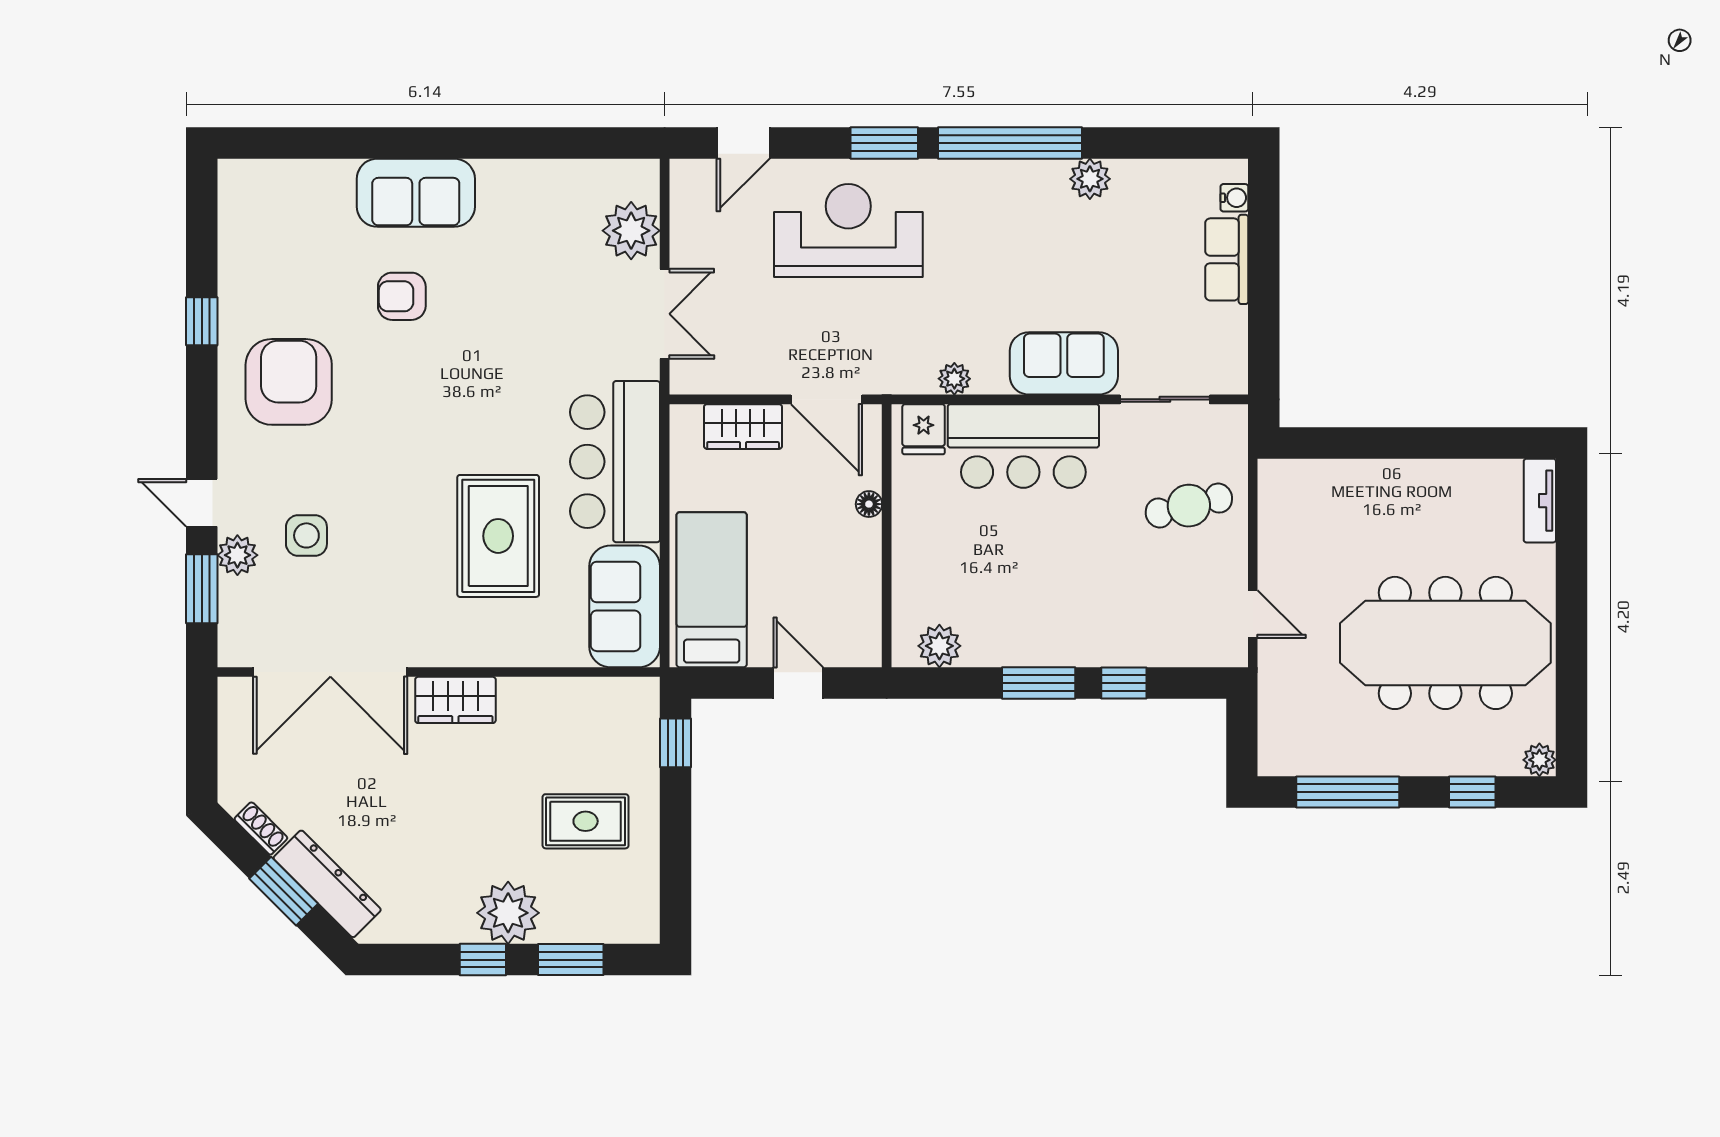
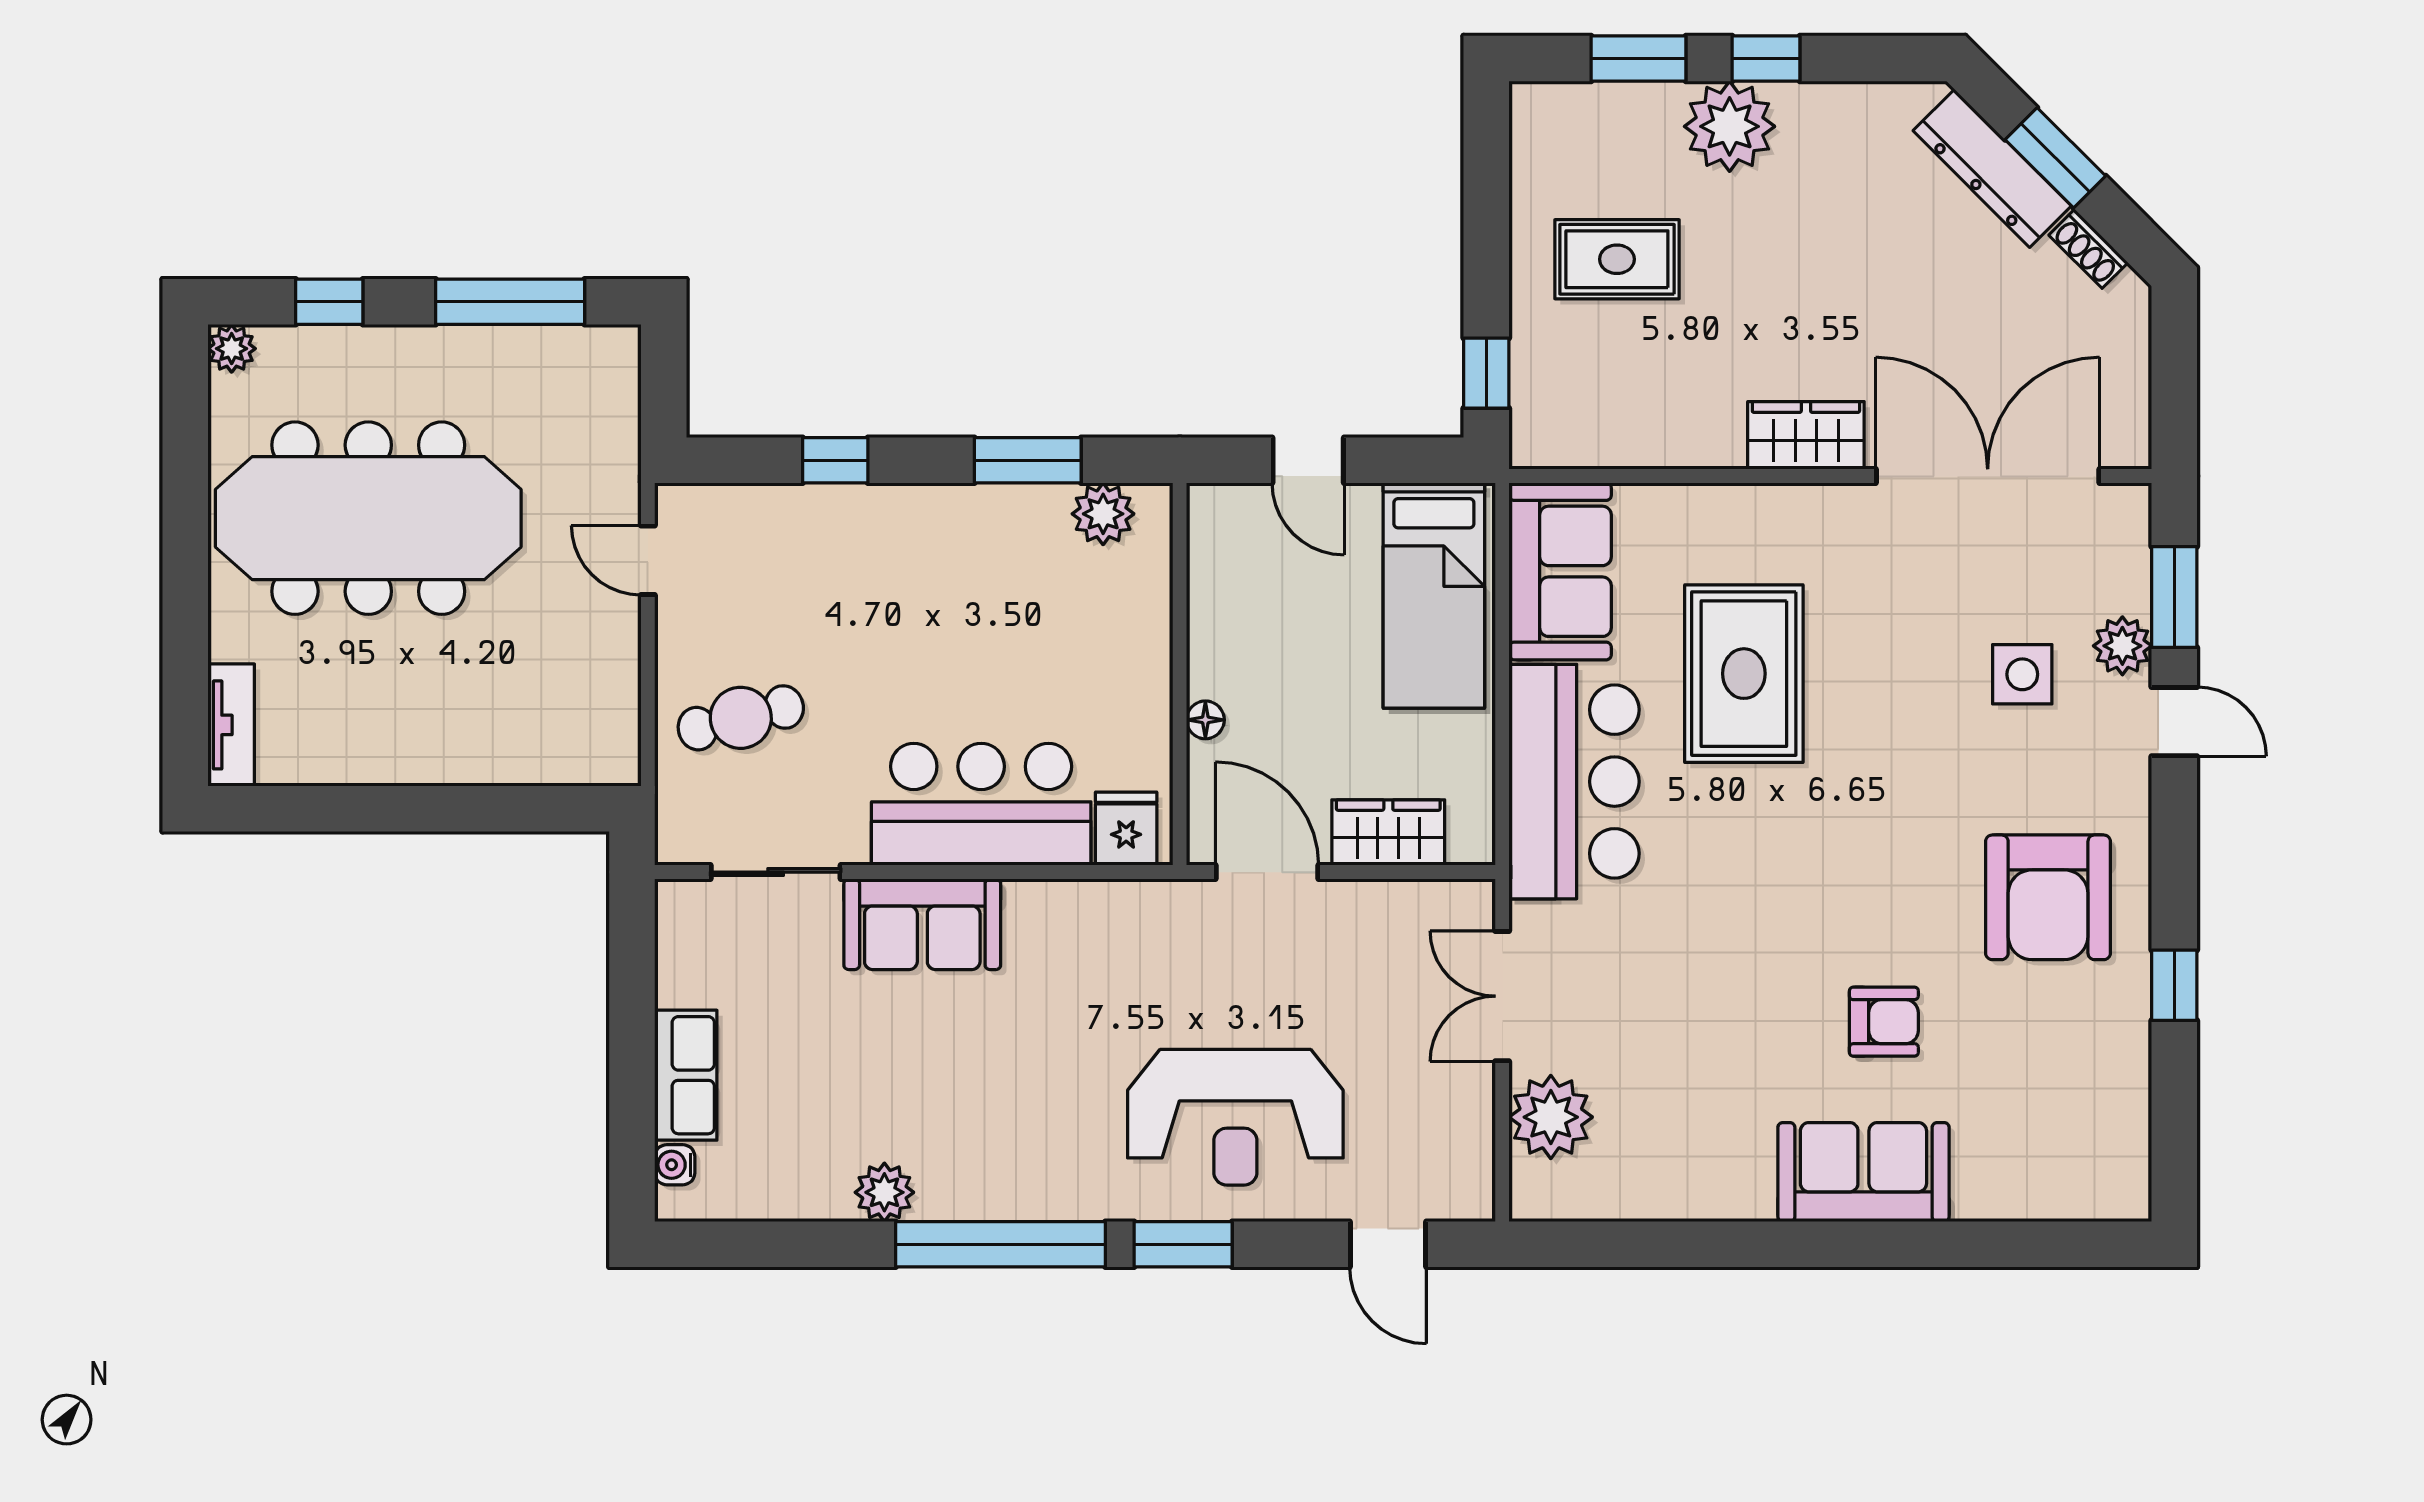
door: (743, 143) -> (1388, 1244), swing flipped
plant: (954, 379) -> (1081, 902), removed
window: (1039, 683) -> (1028, 460), moved

